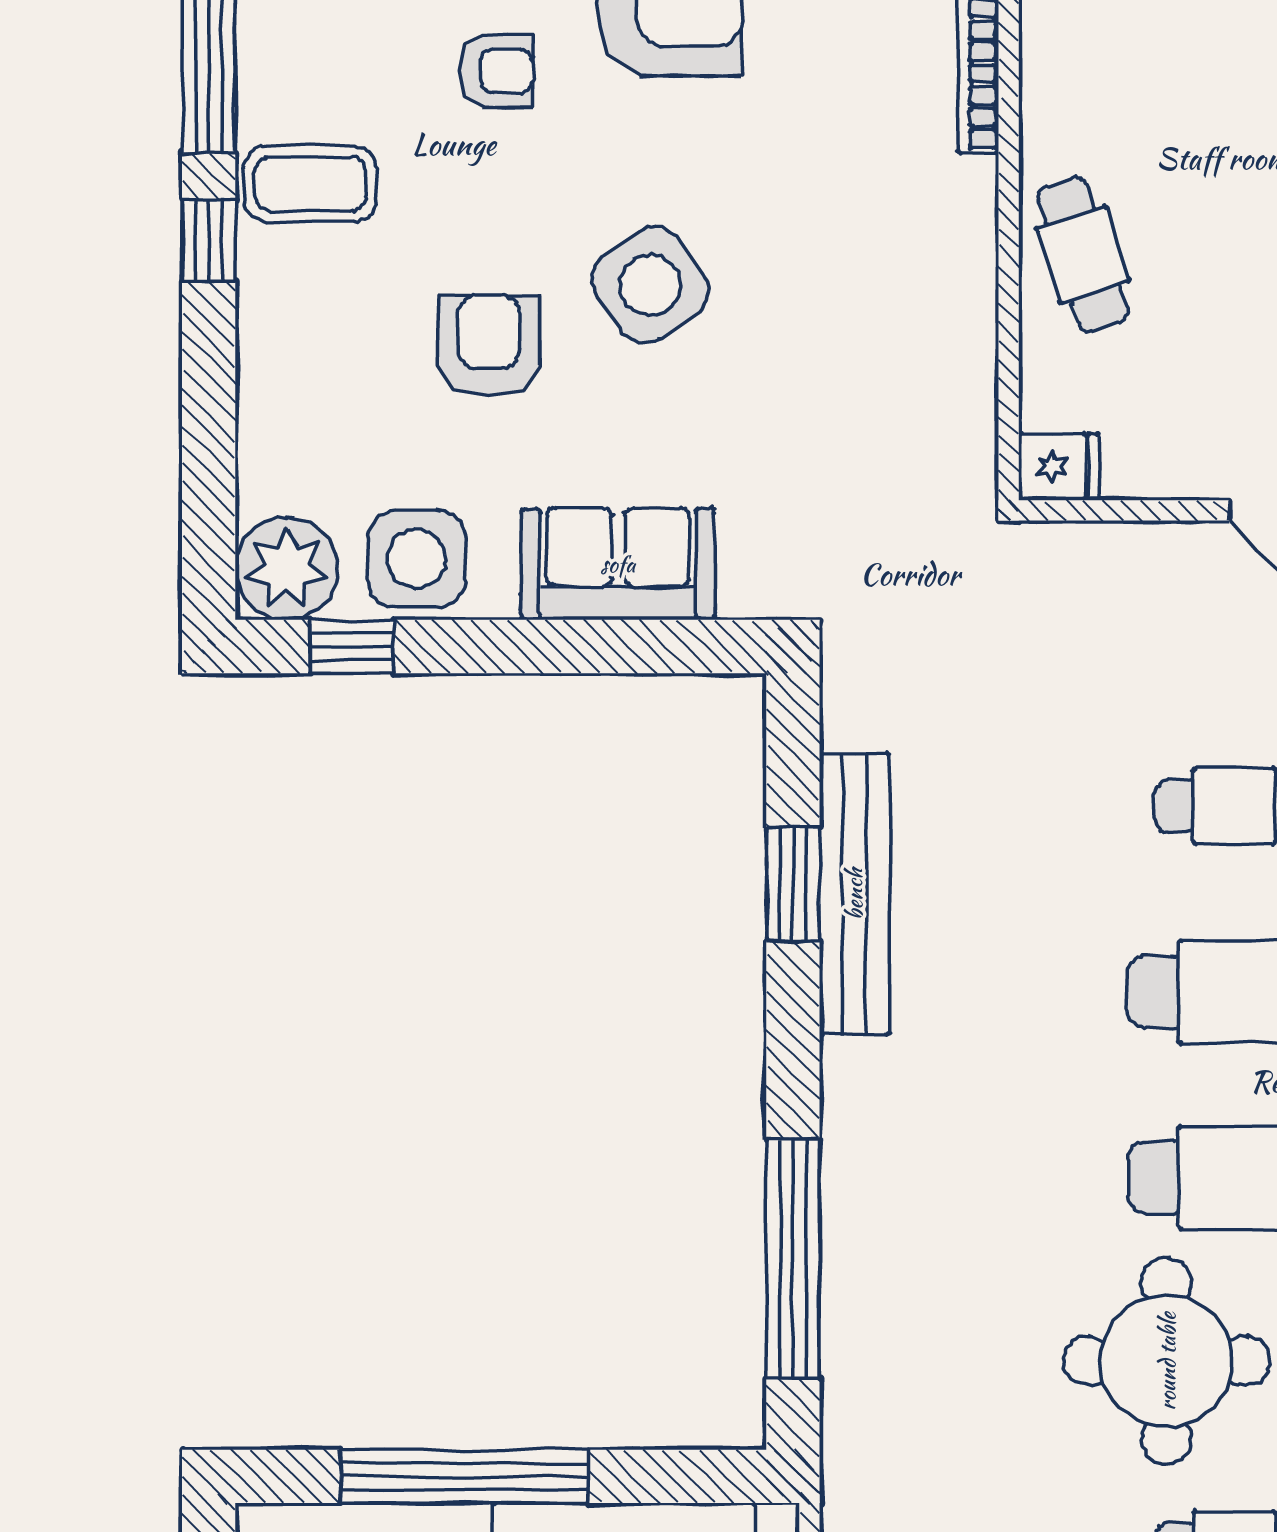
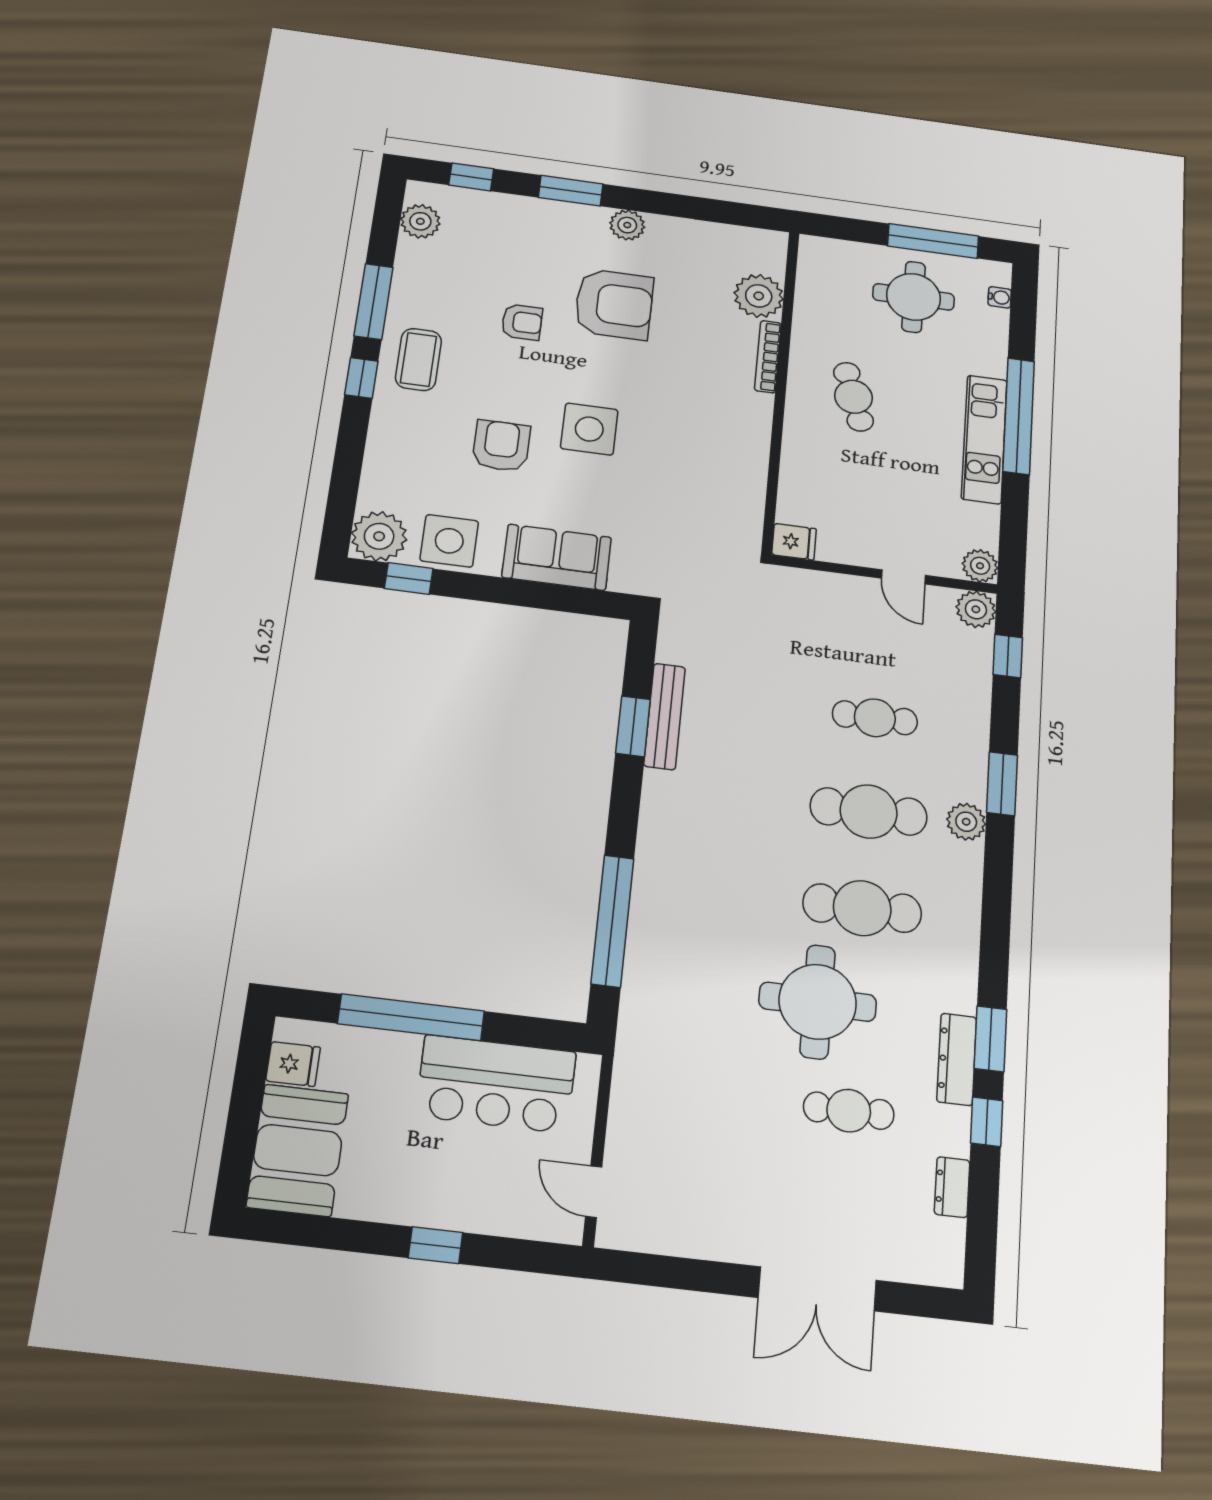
coffee table: (310, 184) -> (418, 359), turned 90
cafe table: (1083, 254) -> (853, 397), moved
side table: (650, 285) -> (589, 429), turned 34
bench: (854, 894) -> (665, 716), width x0.73, depth x0.82

